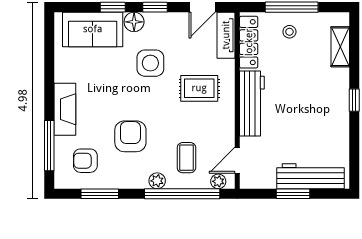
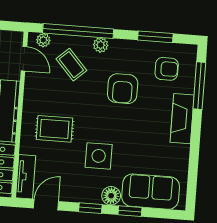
coffee table: (186, 158) -> (71, 65), turned -42
door: (237, 160) -> (24, 59), hinge flipped

